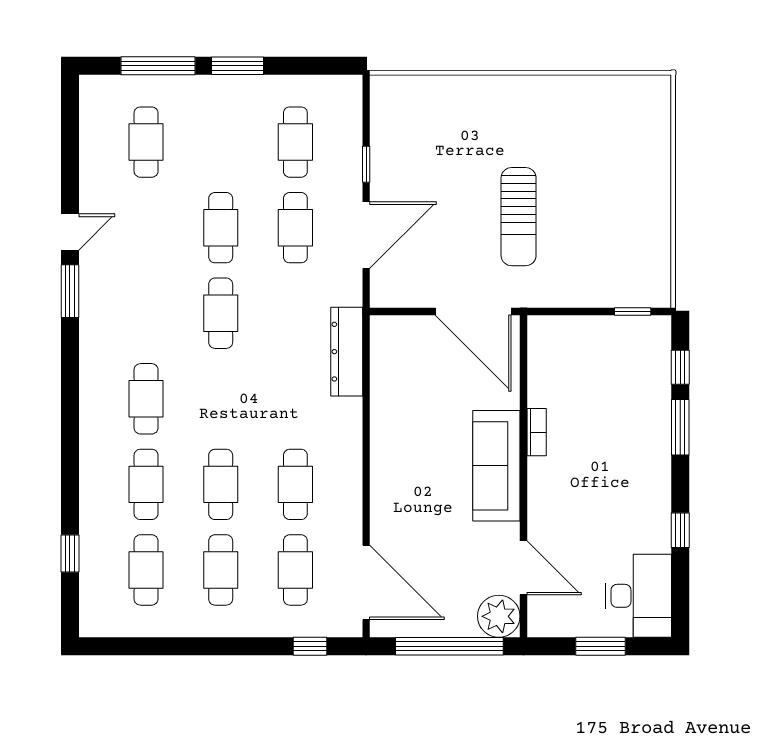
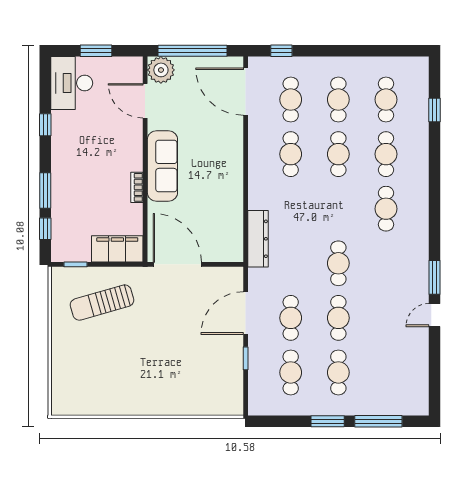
cafe table: (146, 142) -> (338, 372), moved
sun lounger: (519, 217) -> (102, 303), moved, turned -106
filing cabinet: (567, 336) -> (117, 249), added

